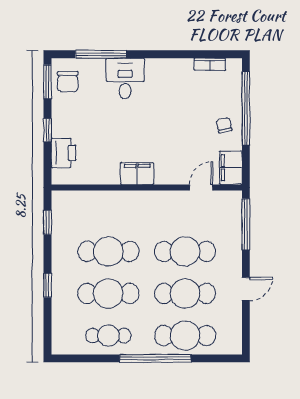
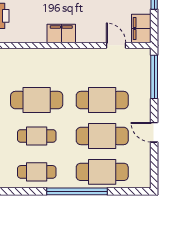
door: (201, 187) -> (116, 45), hinge flipped
door: (246, 289) -> (154, 132), swing flipped
cafe table: (108, 293) -> (37, 136), width x0.73, depth x0.74

